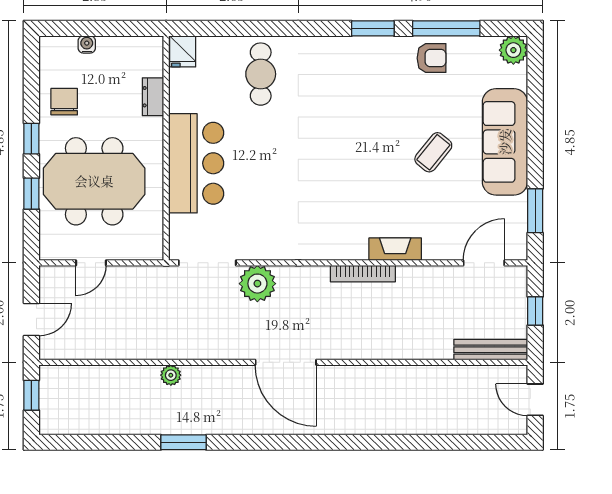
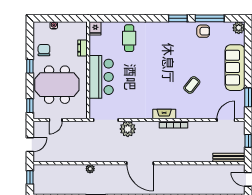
coffee table: (433, 152) -> (192, 85), moved
window: (31, 194) -> (30, 106), moved
fireplace: (395, 249) -> (164, 114), moved

